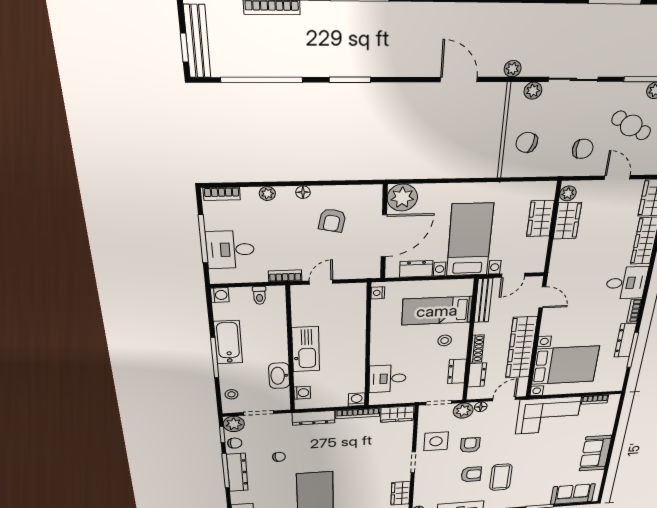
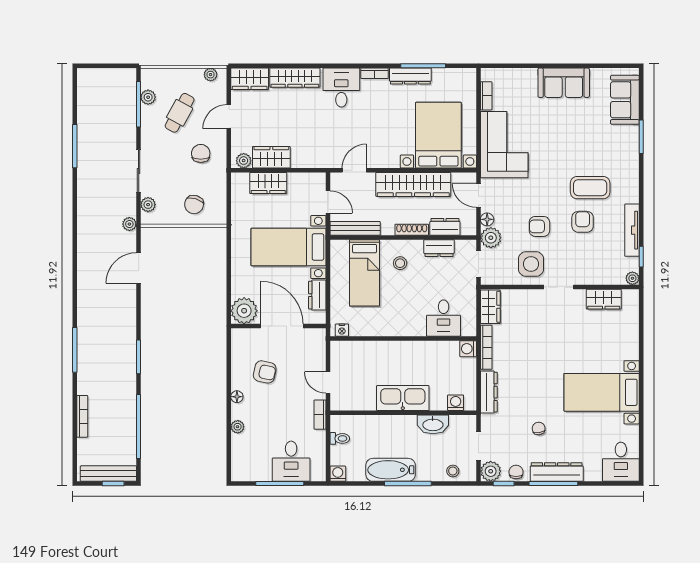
bookcase: (222, 194) -> (237, 465), removed

